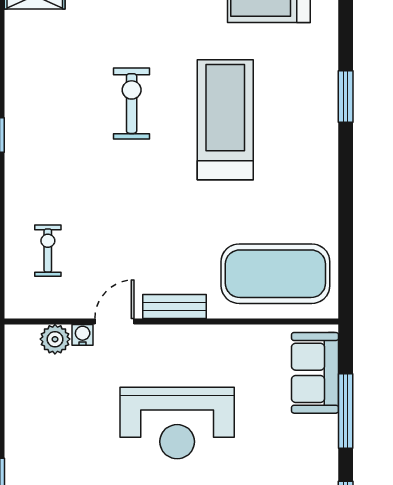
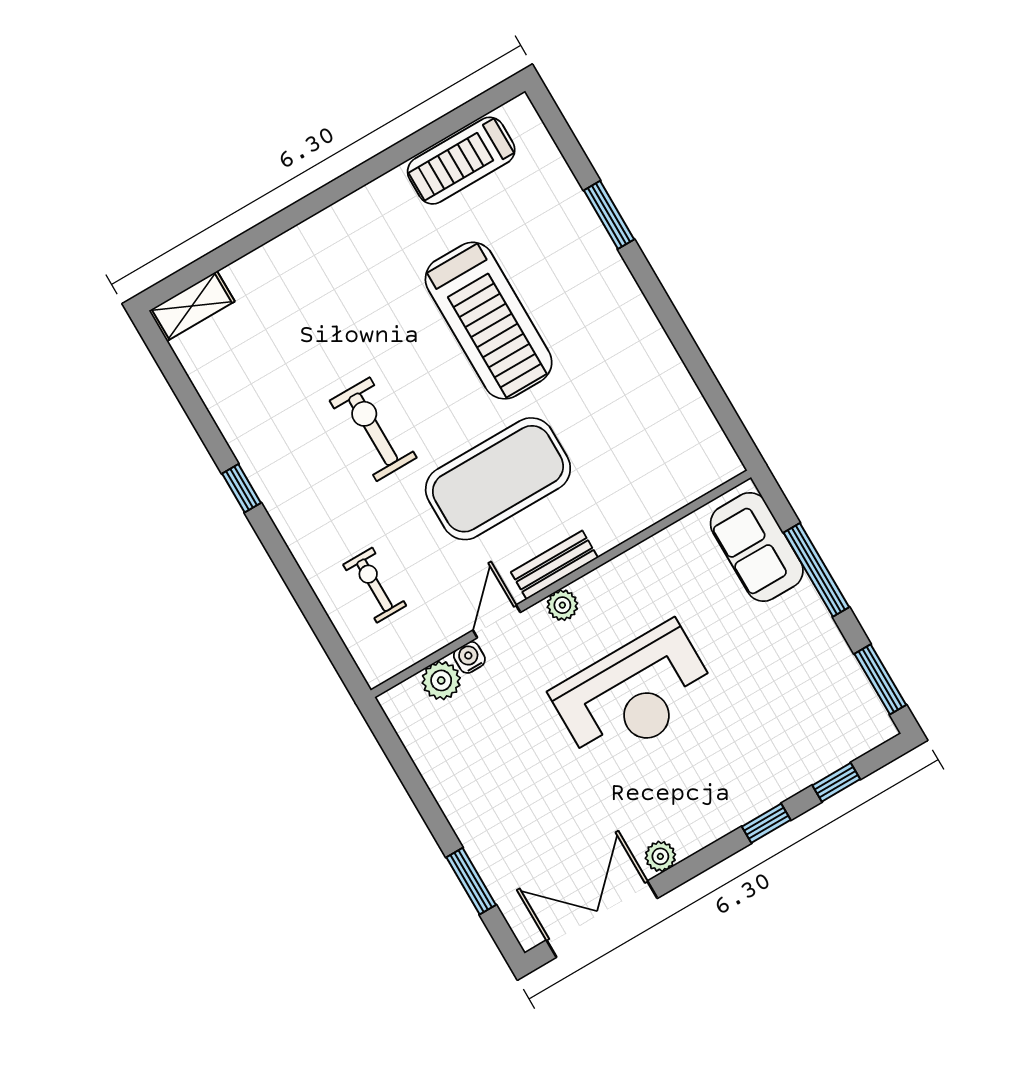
exercise bike: (132, 104) -> (373, 429), moved
treadmill: (225, 120) -> (489, 321), turned 180
exercise mat: (275, 274) -> (498, 479), moved
plant: (164, 336) -> (562, 605), added

